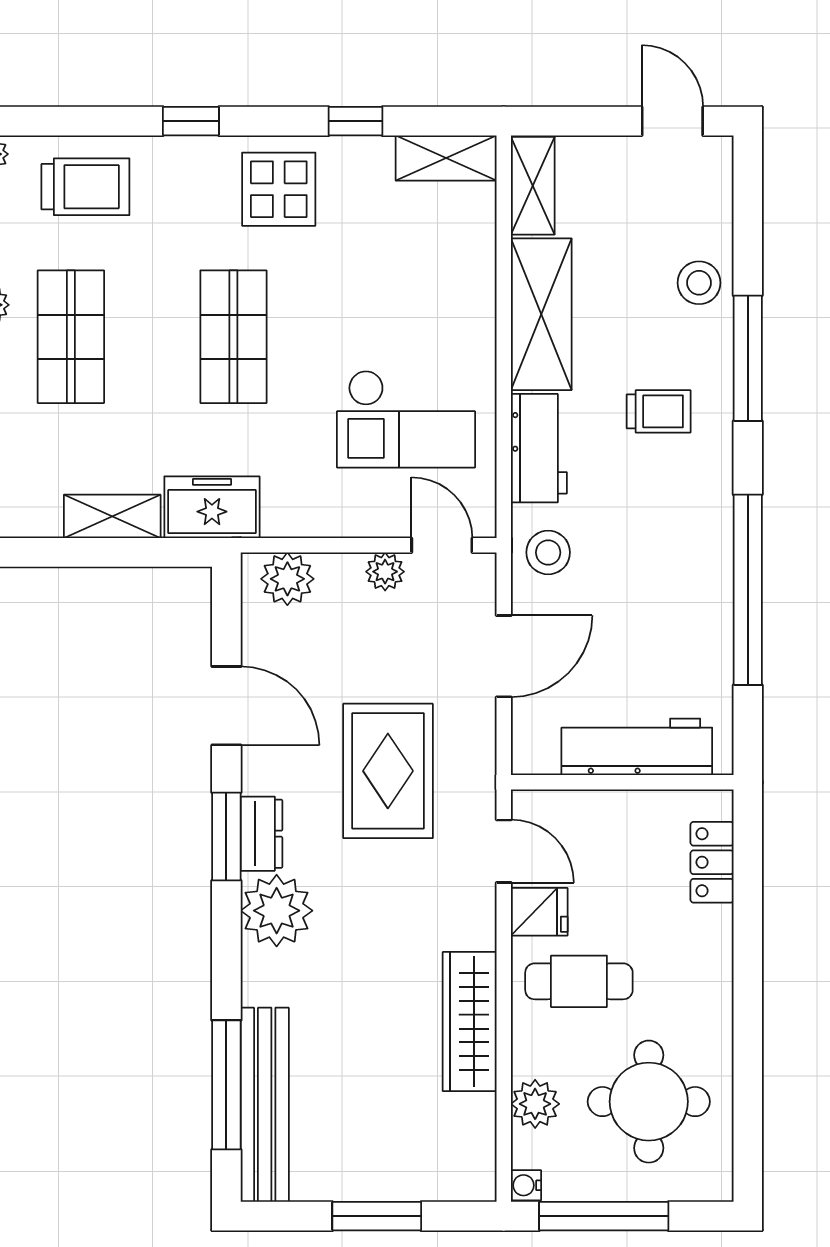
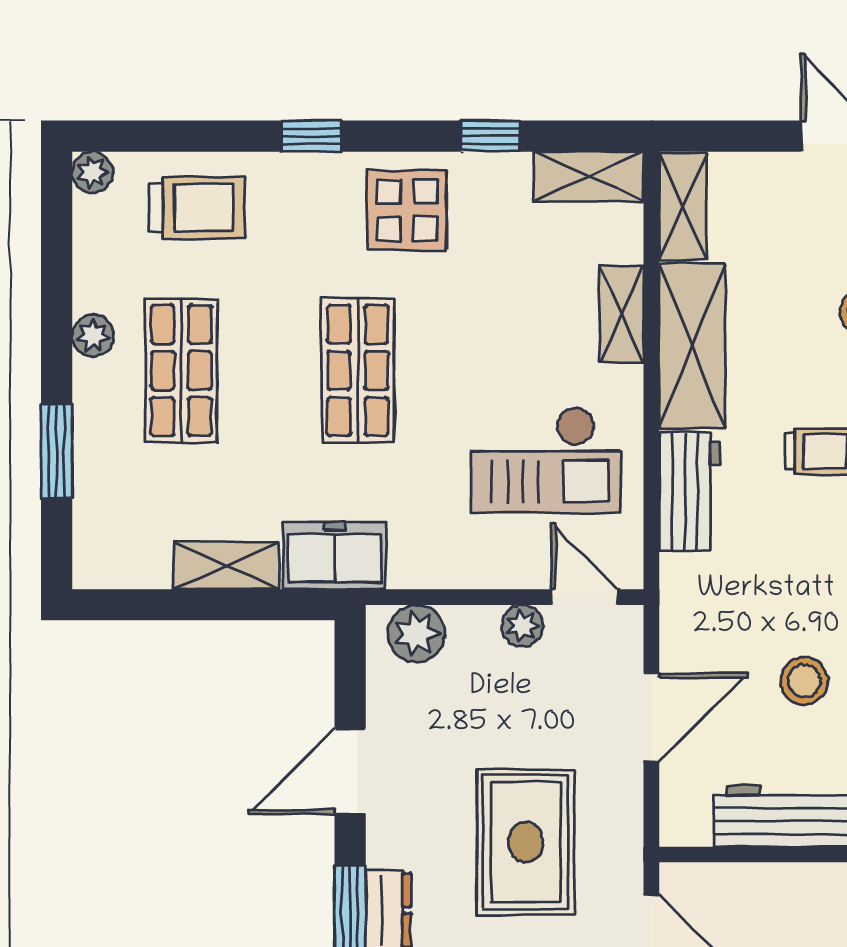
shelving: (476, 285) -> (622, 314), added
stool: (548, 552) -> (804, 681), moved
door: (226, 706) -> (350, 771), swing flipped

